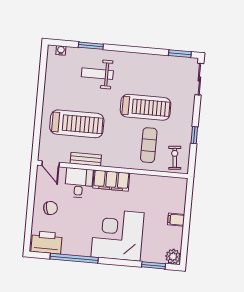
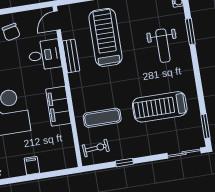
weight bench: (97, 74) -> (163, 46), turned 180
treadmill: (146, 107) -> (160, 107), moved, turned 90
treadmill: (77, 124) -> (106, 37), turned 180
filing cabinet: (111, 181) -> (58, 106), moved

